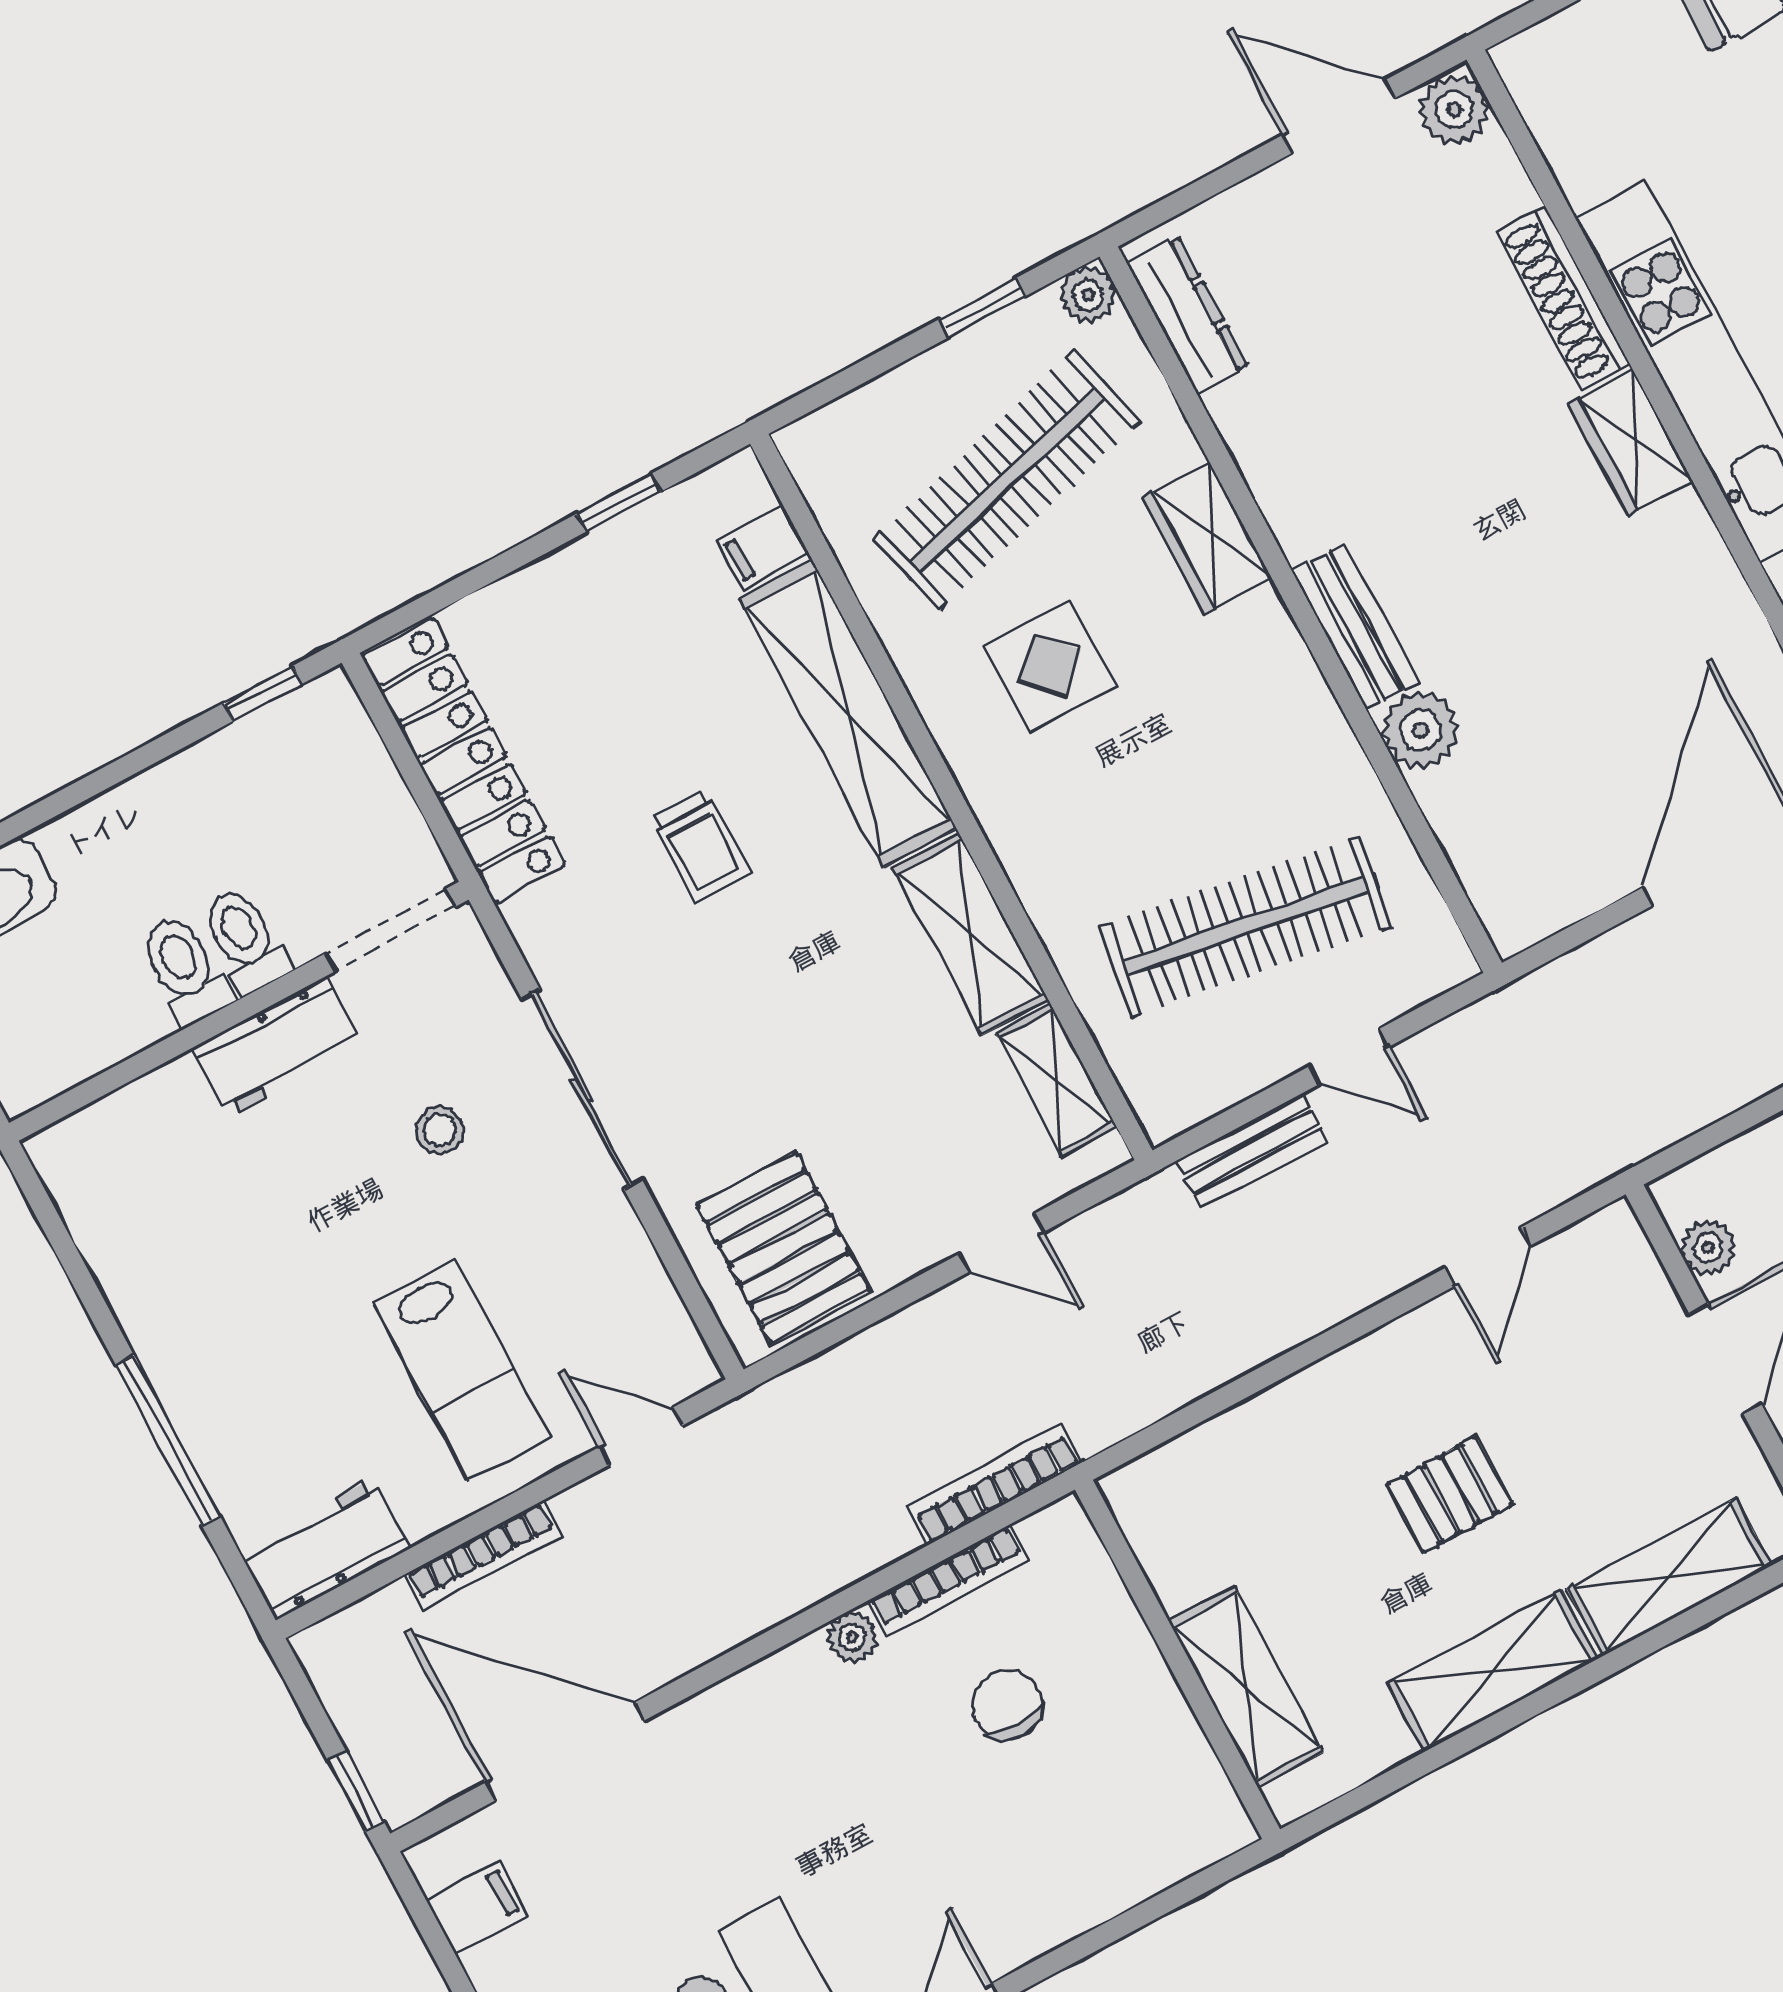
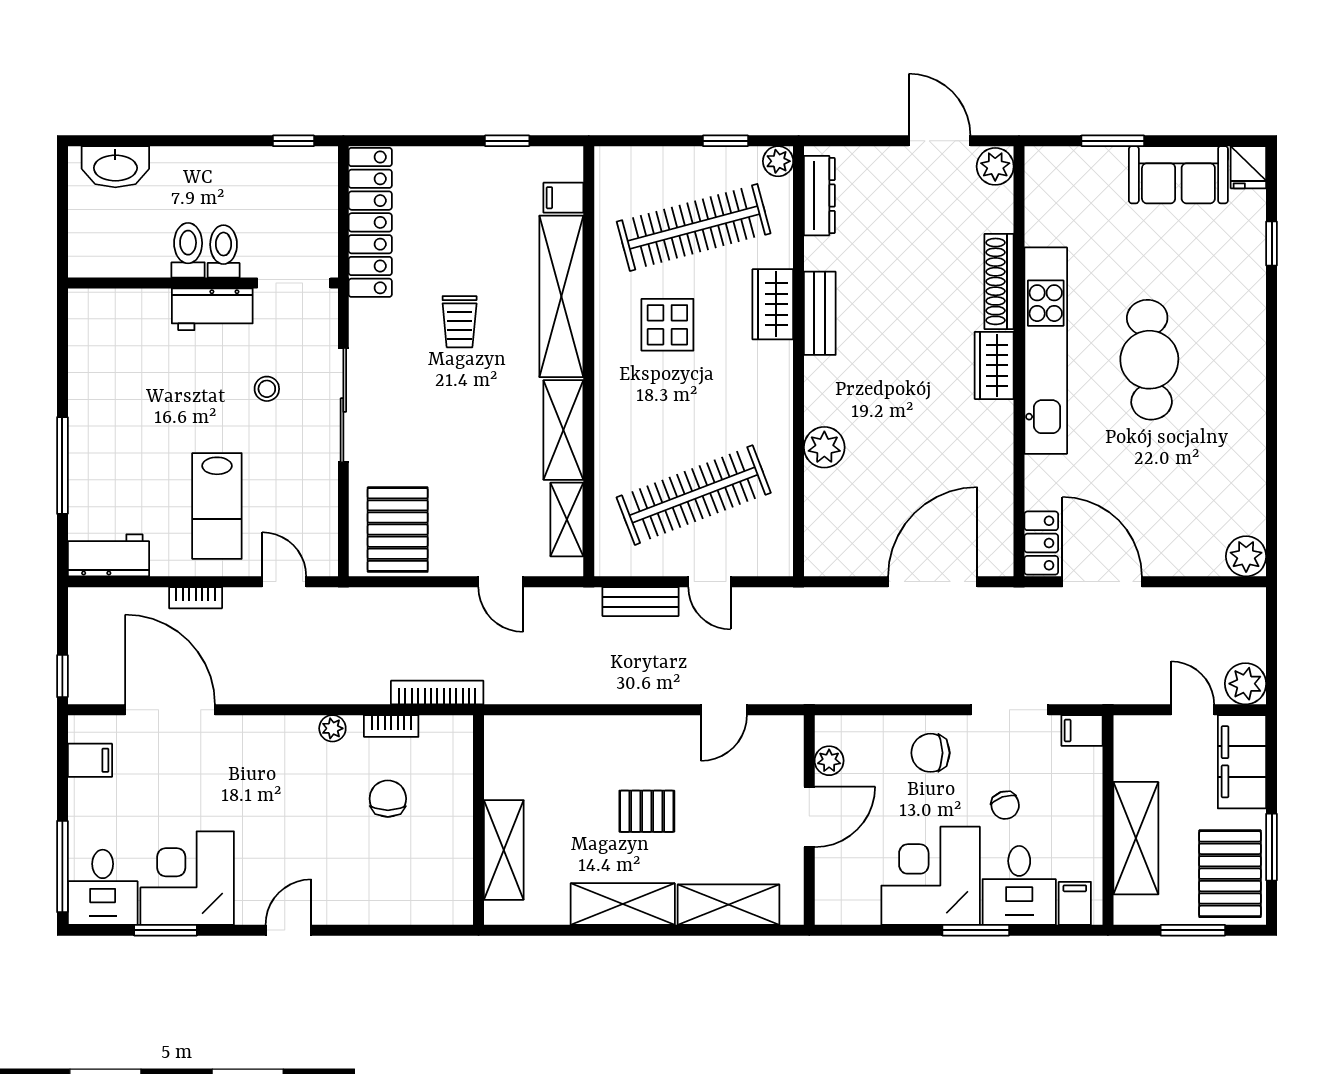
bench: (1355, 626) -> (820, 313), moved
clothes rail: (1245, 926) -> (694, 495), turned -30
bookcase: (483, 1555) -> (196, 598), width x0.64
bookcase: (948, 1581) -> (391, 726), width x0.64

